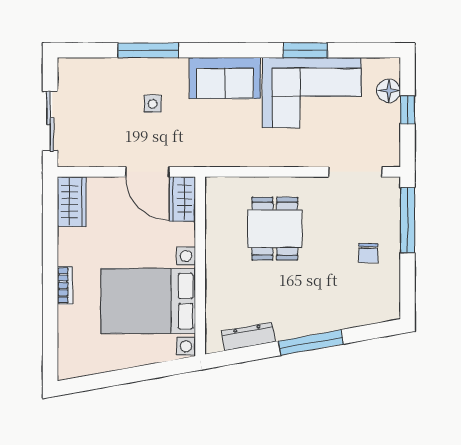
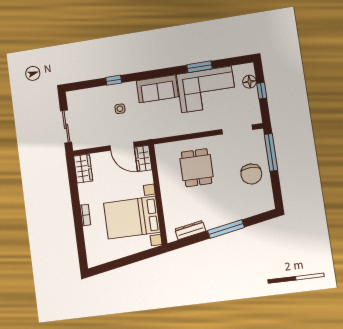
window: (148, 50) -> (114, 80), width x0.46
chair: (368, 253) -> (251, 174), width x1.87, depth x1.87

